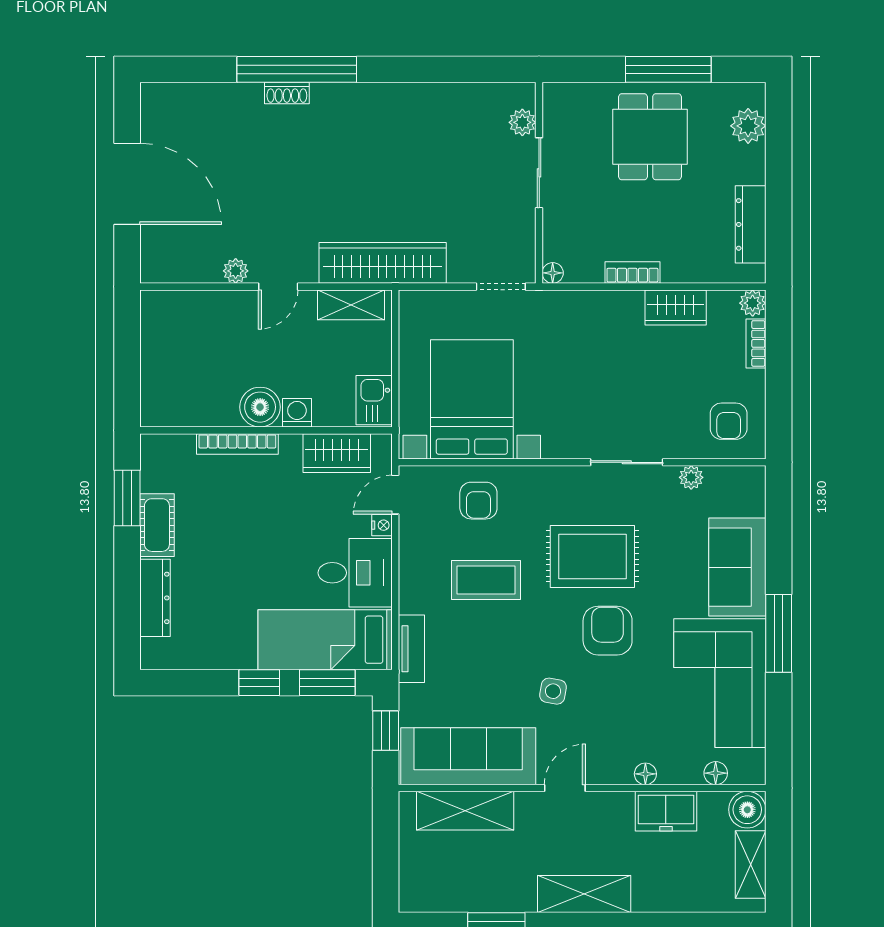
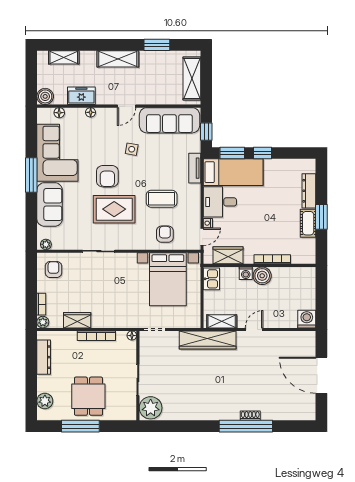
plant: (522, 122) -> (151, 408), width x1.88, depth x1.88
plant: (236, 271) -> (273, 336), removed
bookcase: (632, 272) -> (96, 336), width x1.56
washing machine: (160, 310) -> (307, 319), added
plant: (691, 477) -> (46, 244), moved
window: (127, 498) -> (321, 217), moved
shelving: (465, 811) -> (192, 78), moved, turned 90
shelving: (751, 865) -> (64, 57), moved, turned 90

